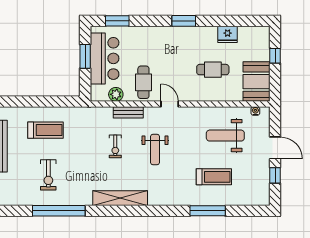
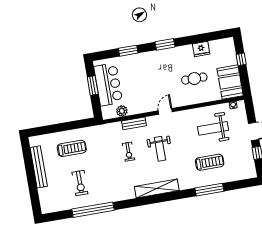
window: (117, 21) -> (128, 51), moved
cafe table: (143, 82) -> (142, 98), removed
door: (170, 104) -> (165, 111), hinge flipped
shelving: (120, 198) -> (157, 189), moved

